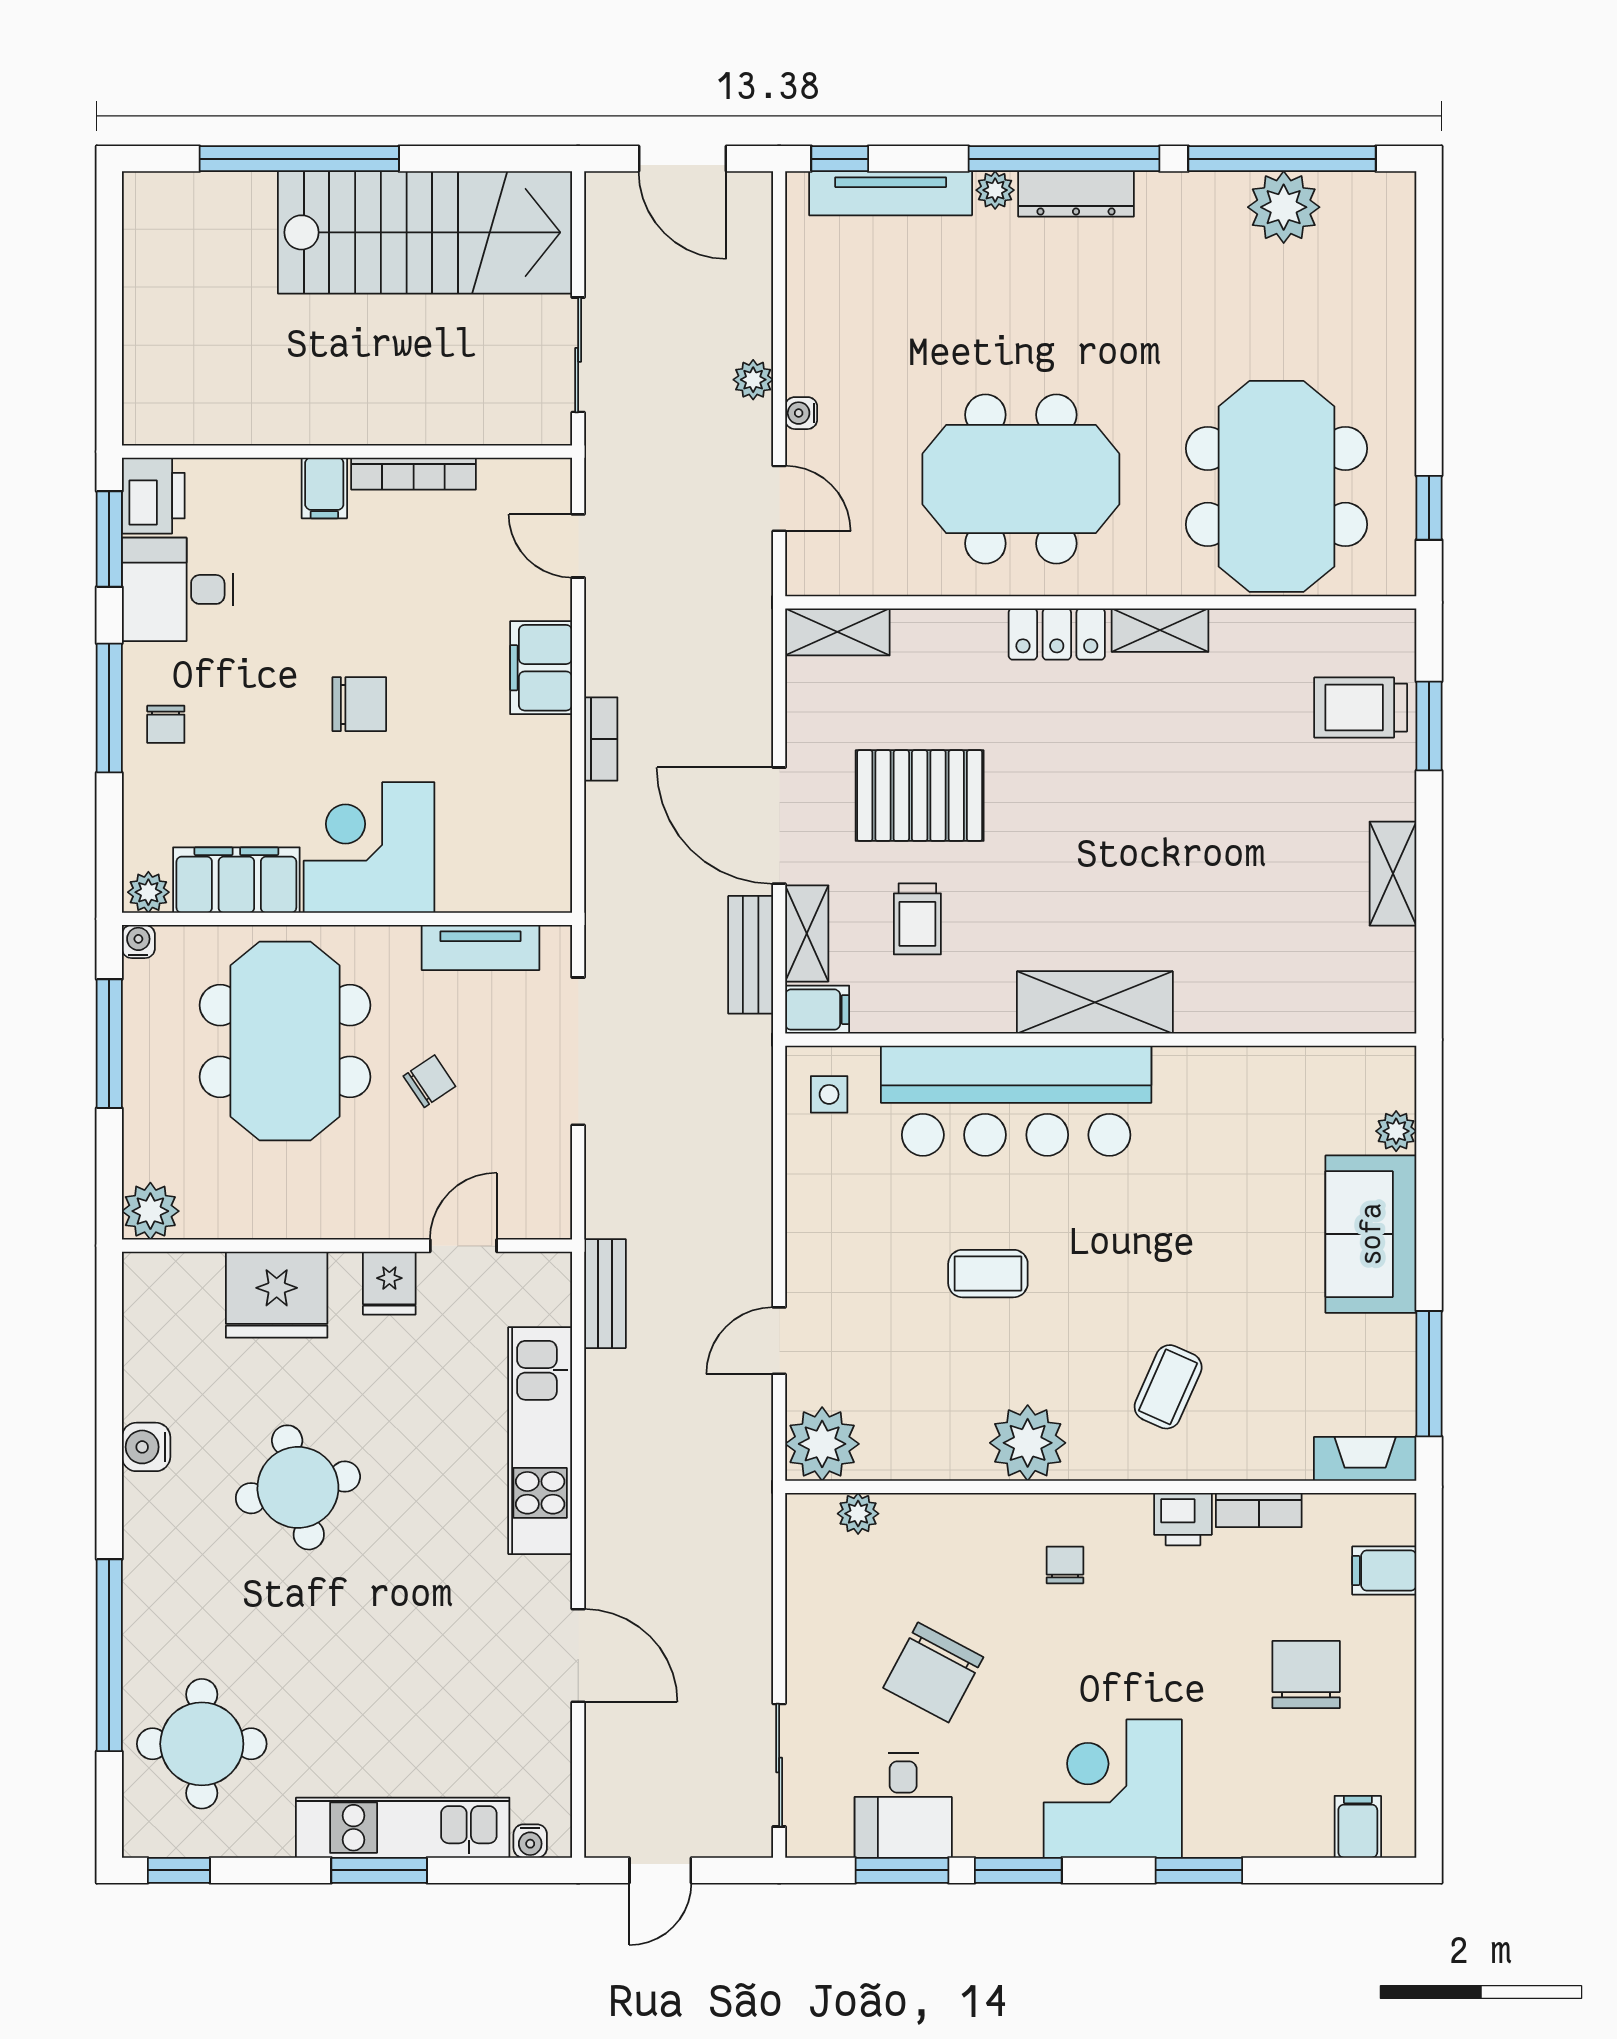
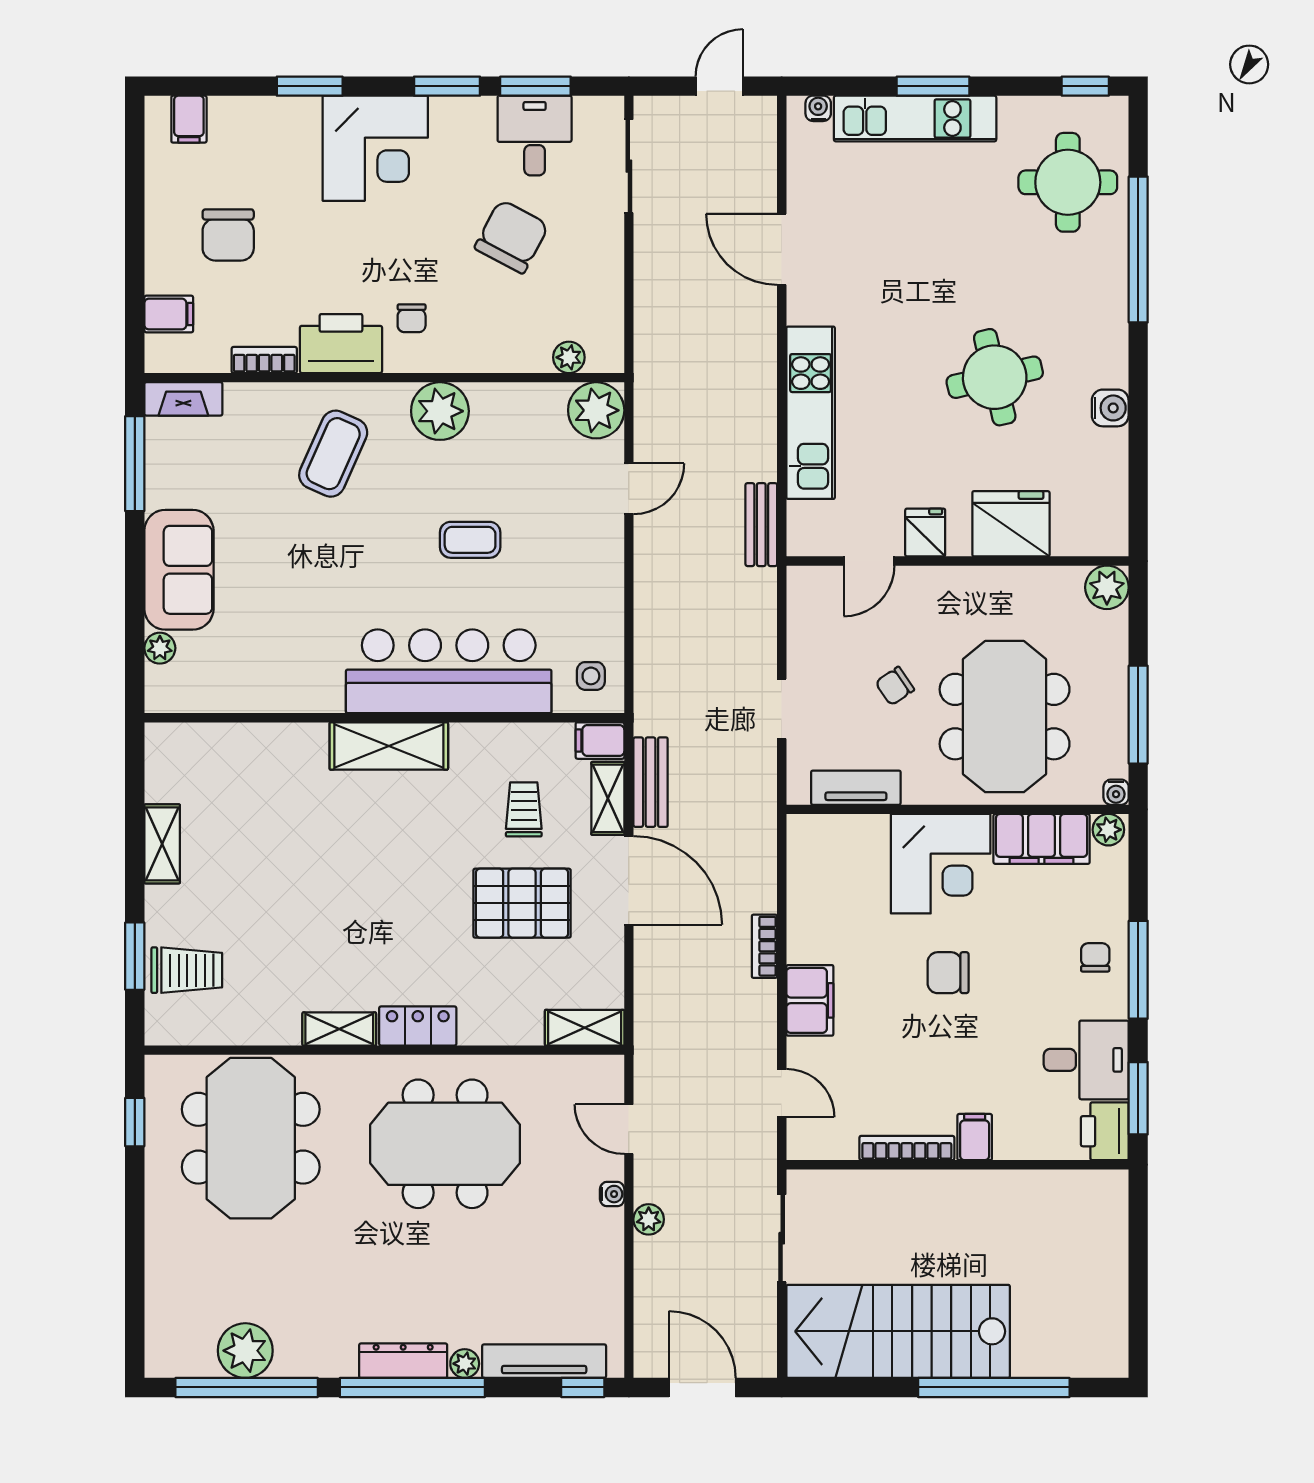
doorway: (578, 1051) -> (782, 709), width x0.53
coffee table: (1168, 1387) -> (333, 454), width x1.36, depth x1.30
printer: (1183, 1519) -> (341, 344), width x1.87, depth x1.48

